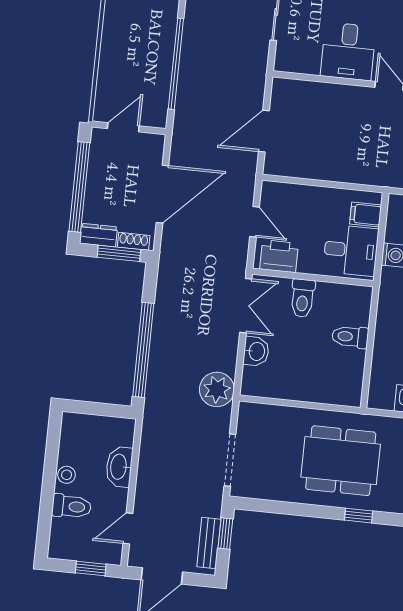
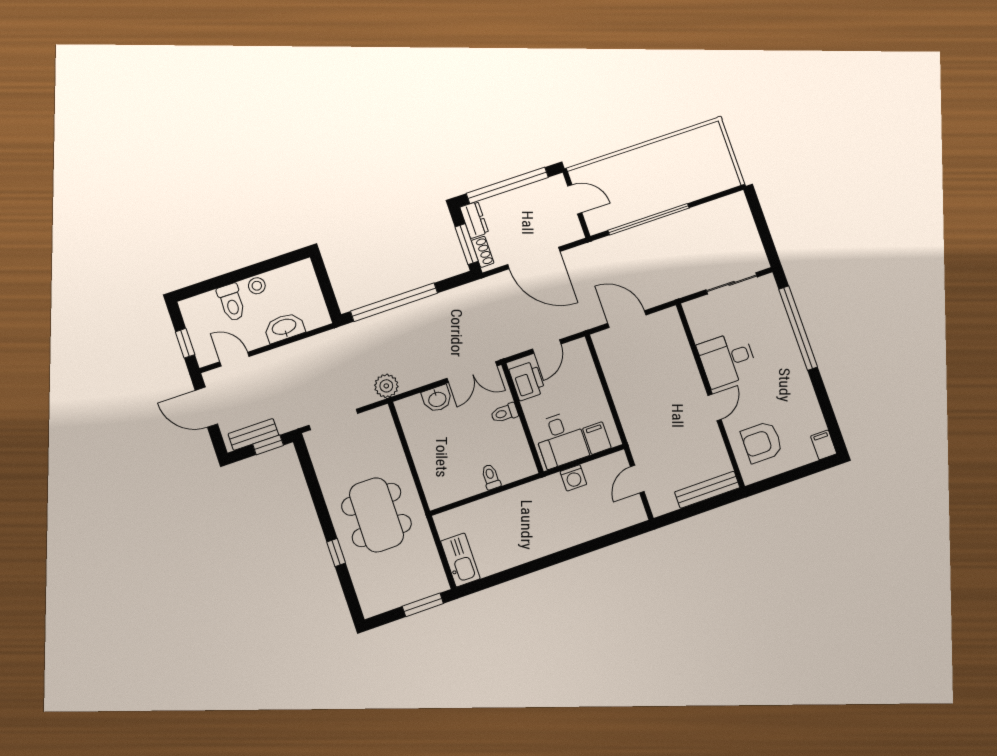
toilet: (303, 298) -> (505, 413), width x0.73, depth x0.72
toilet: (350, 337) -> (491, 477), width x0.73, depth x0.72
plant: (217, 389) -> (386, 386), width x0.73, depth x0.73

